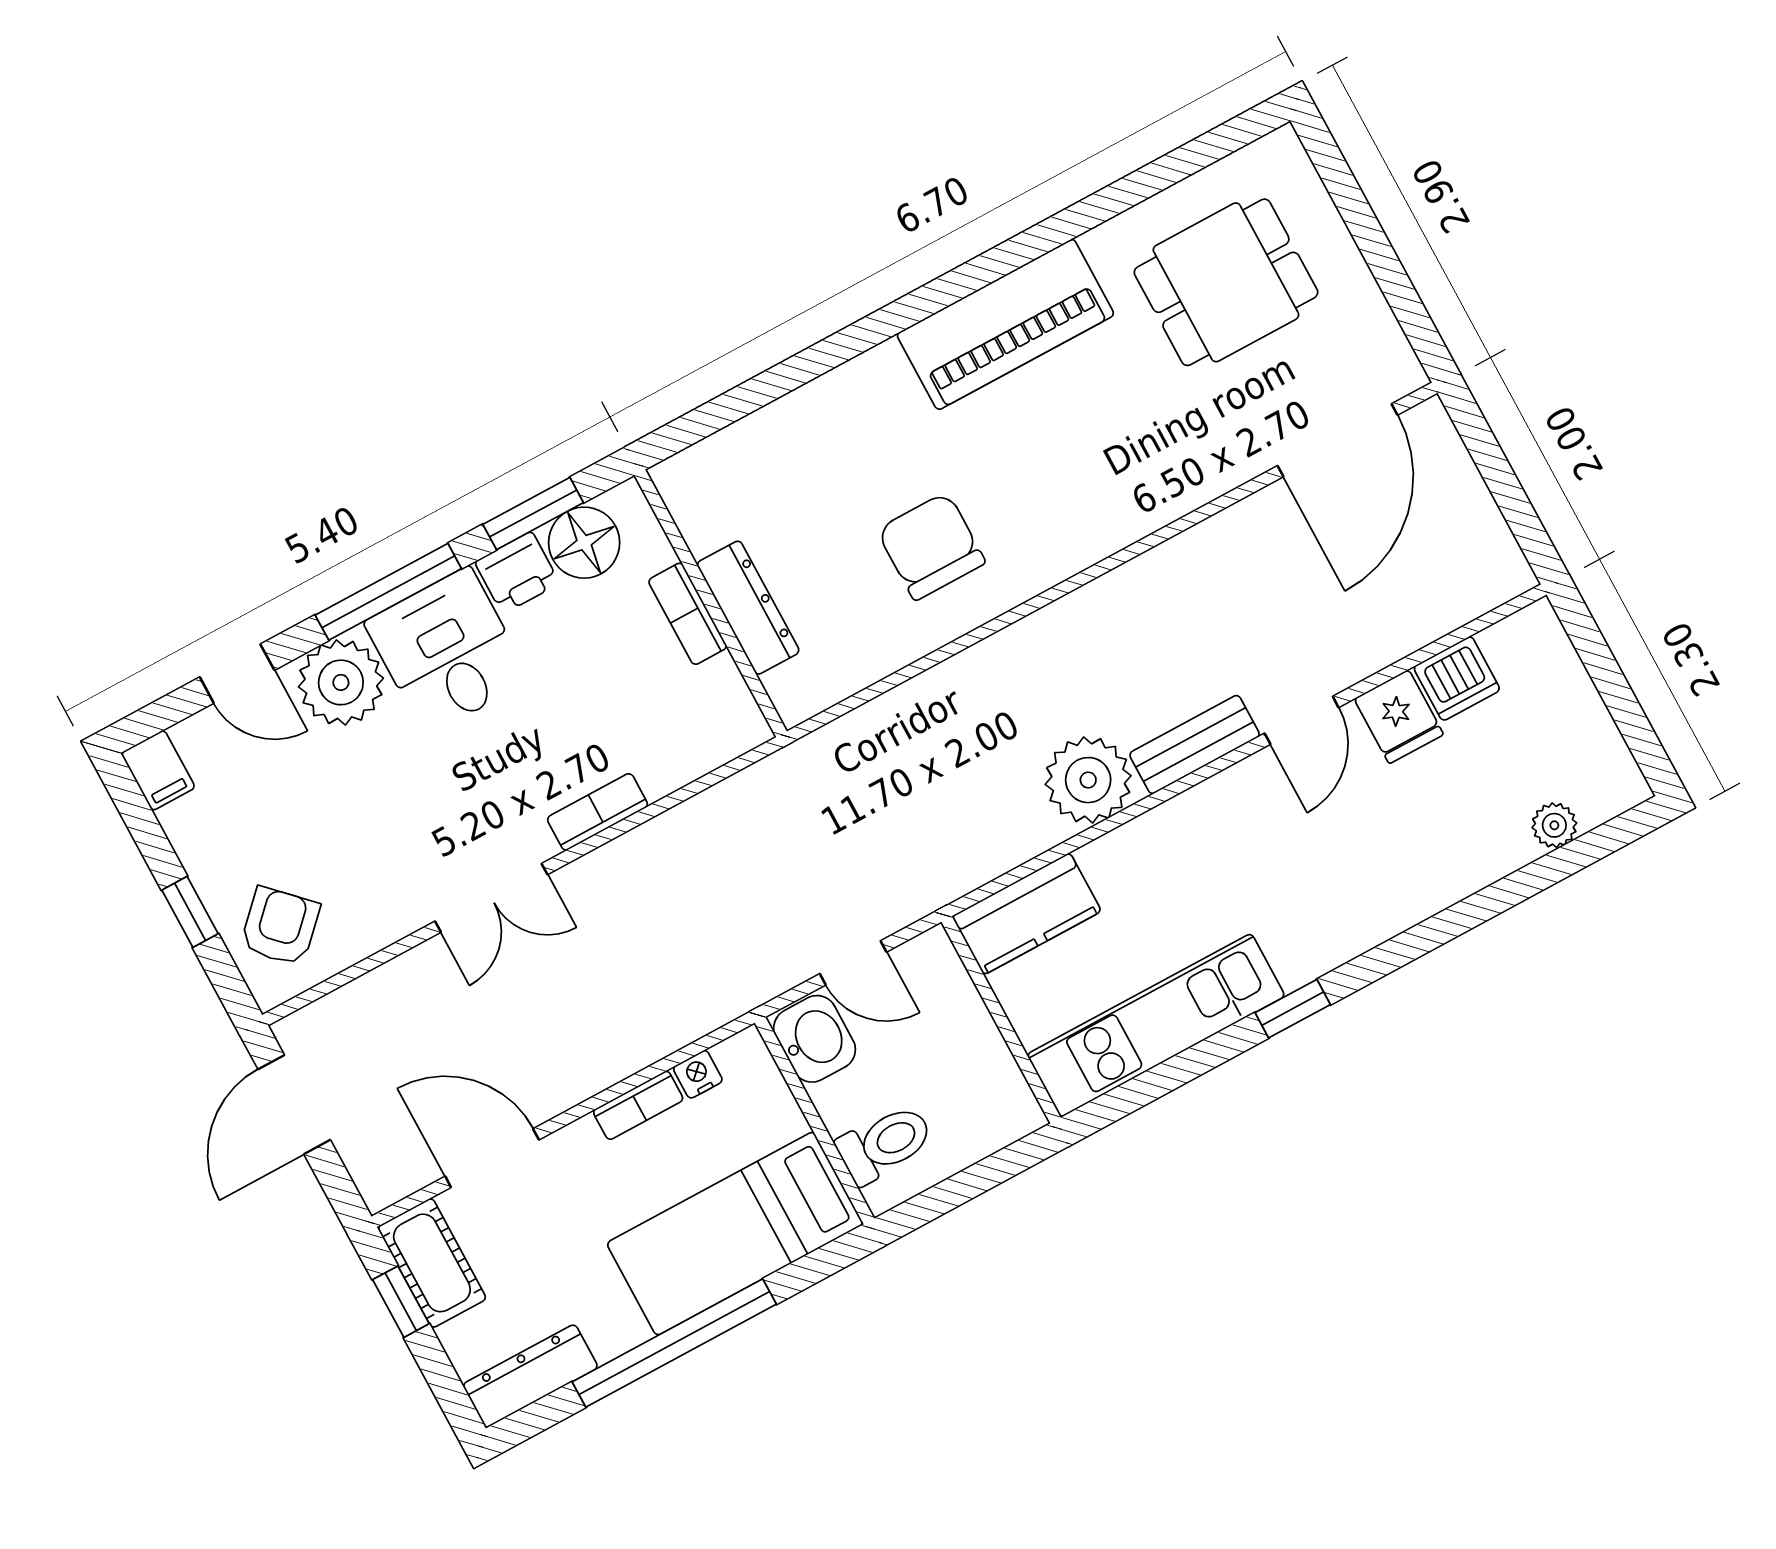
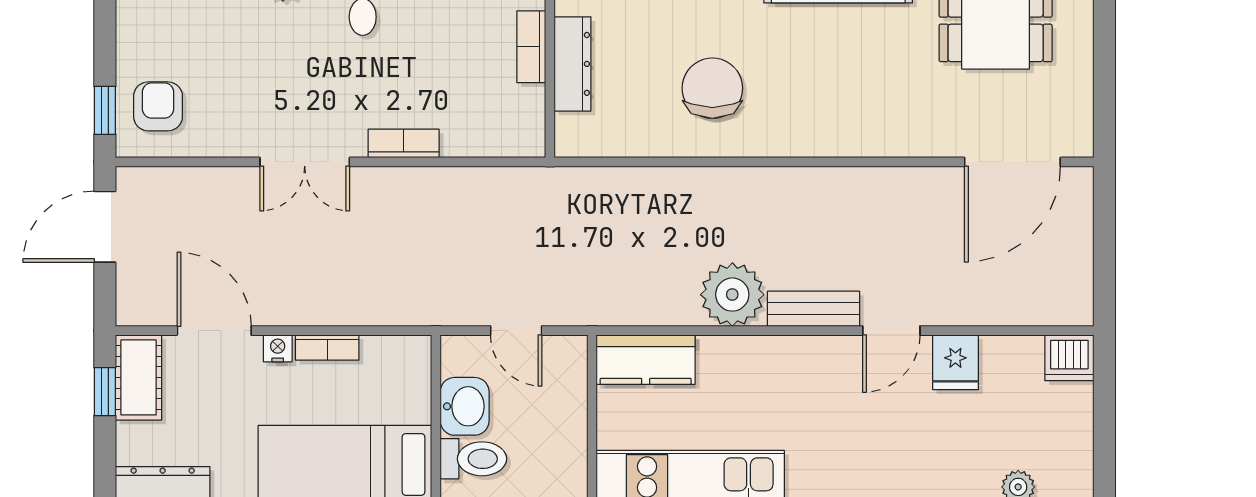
dishwasher: (1457, 678) -> (1069, 358), moved
window: (190, 912) -> (105, 110), moved
armchair: (280, 926) -> (158, 106), turned -45
washbasin: (815, 1039) -> (465, 406), moved
nightstand: (698, 1074) -> (278, 348), moved

